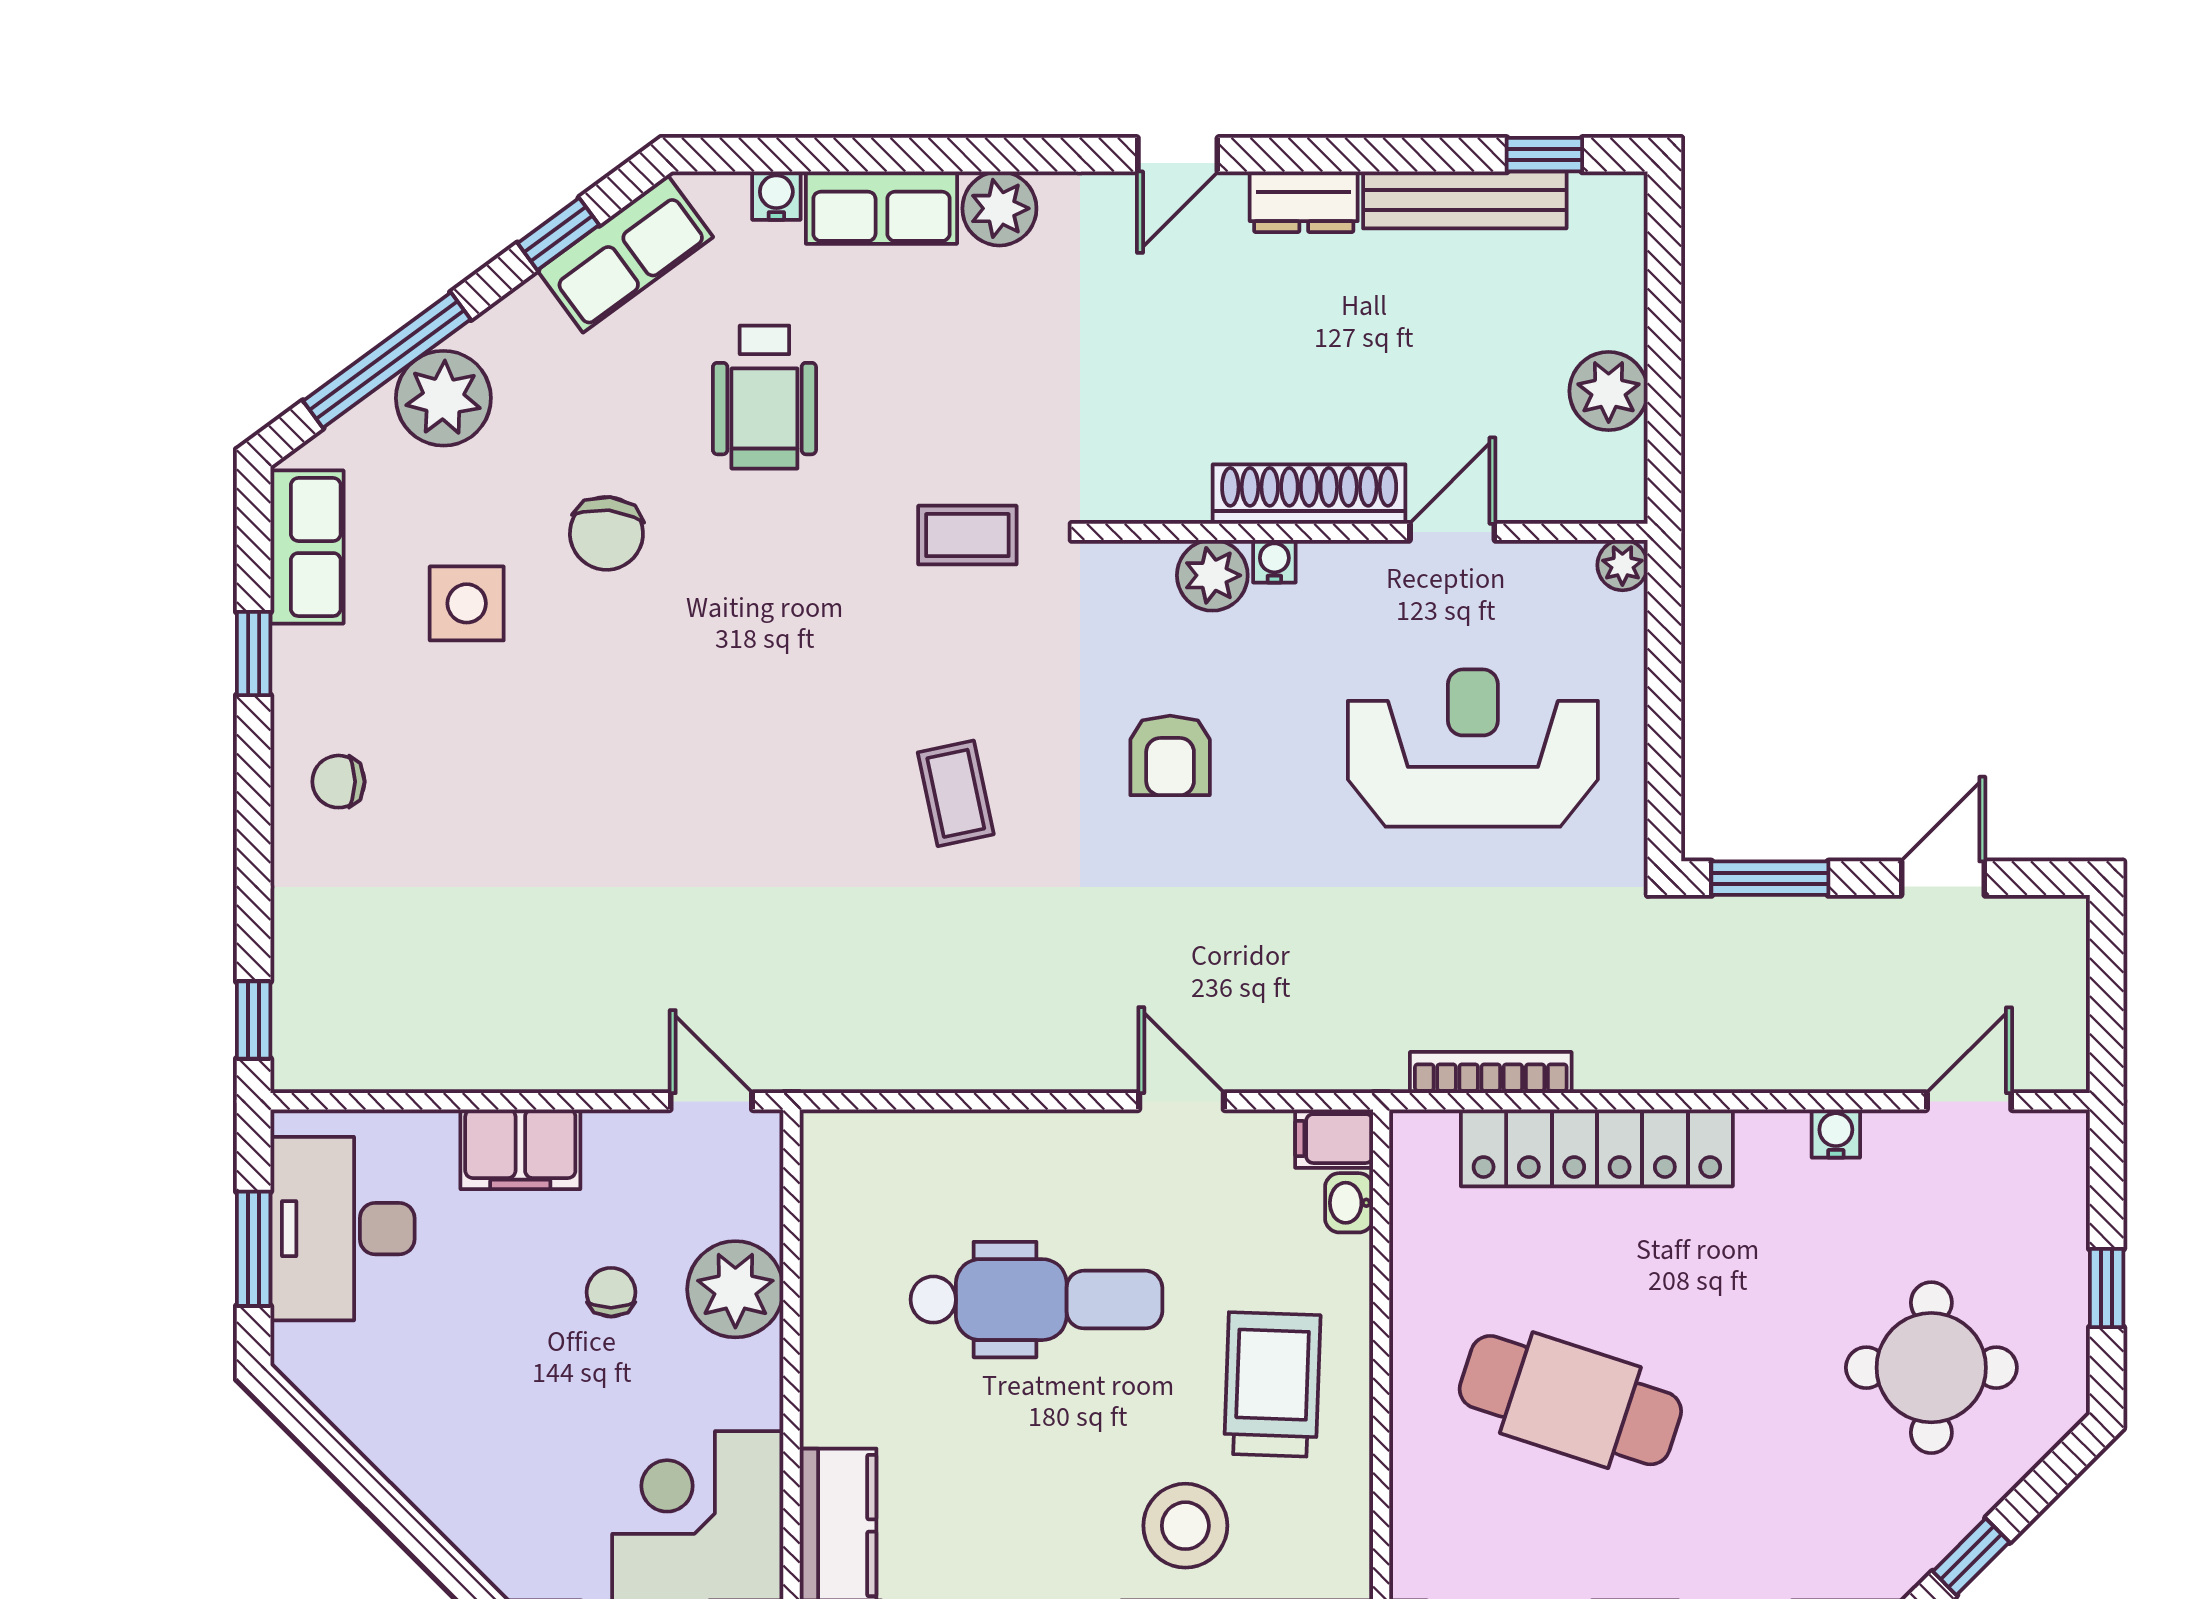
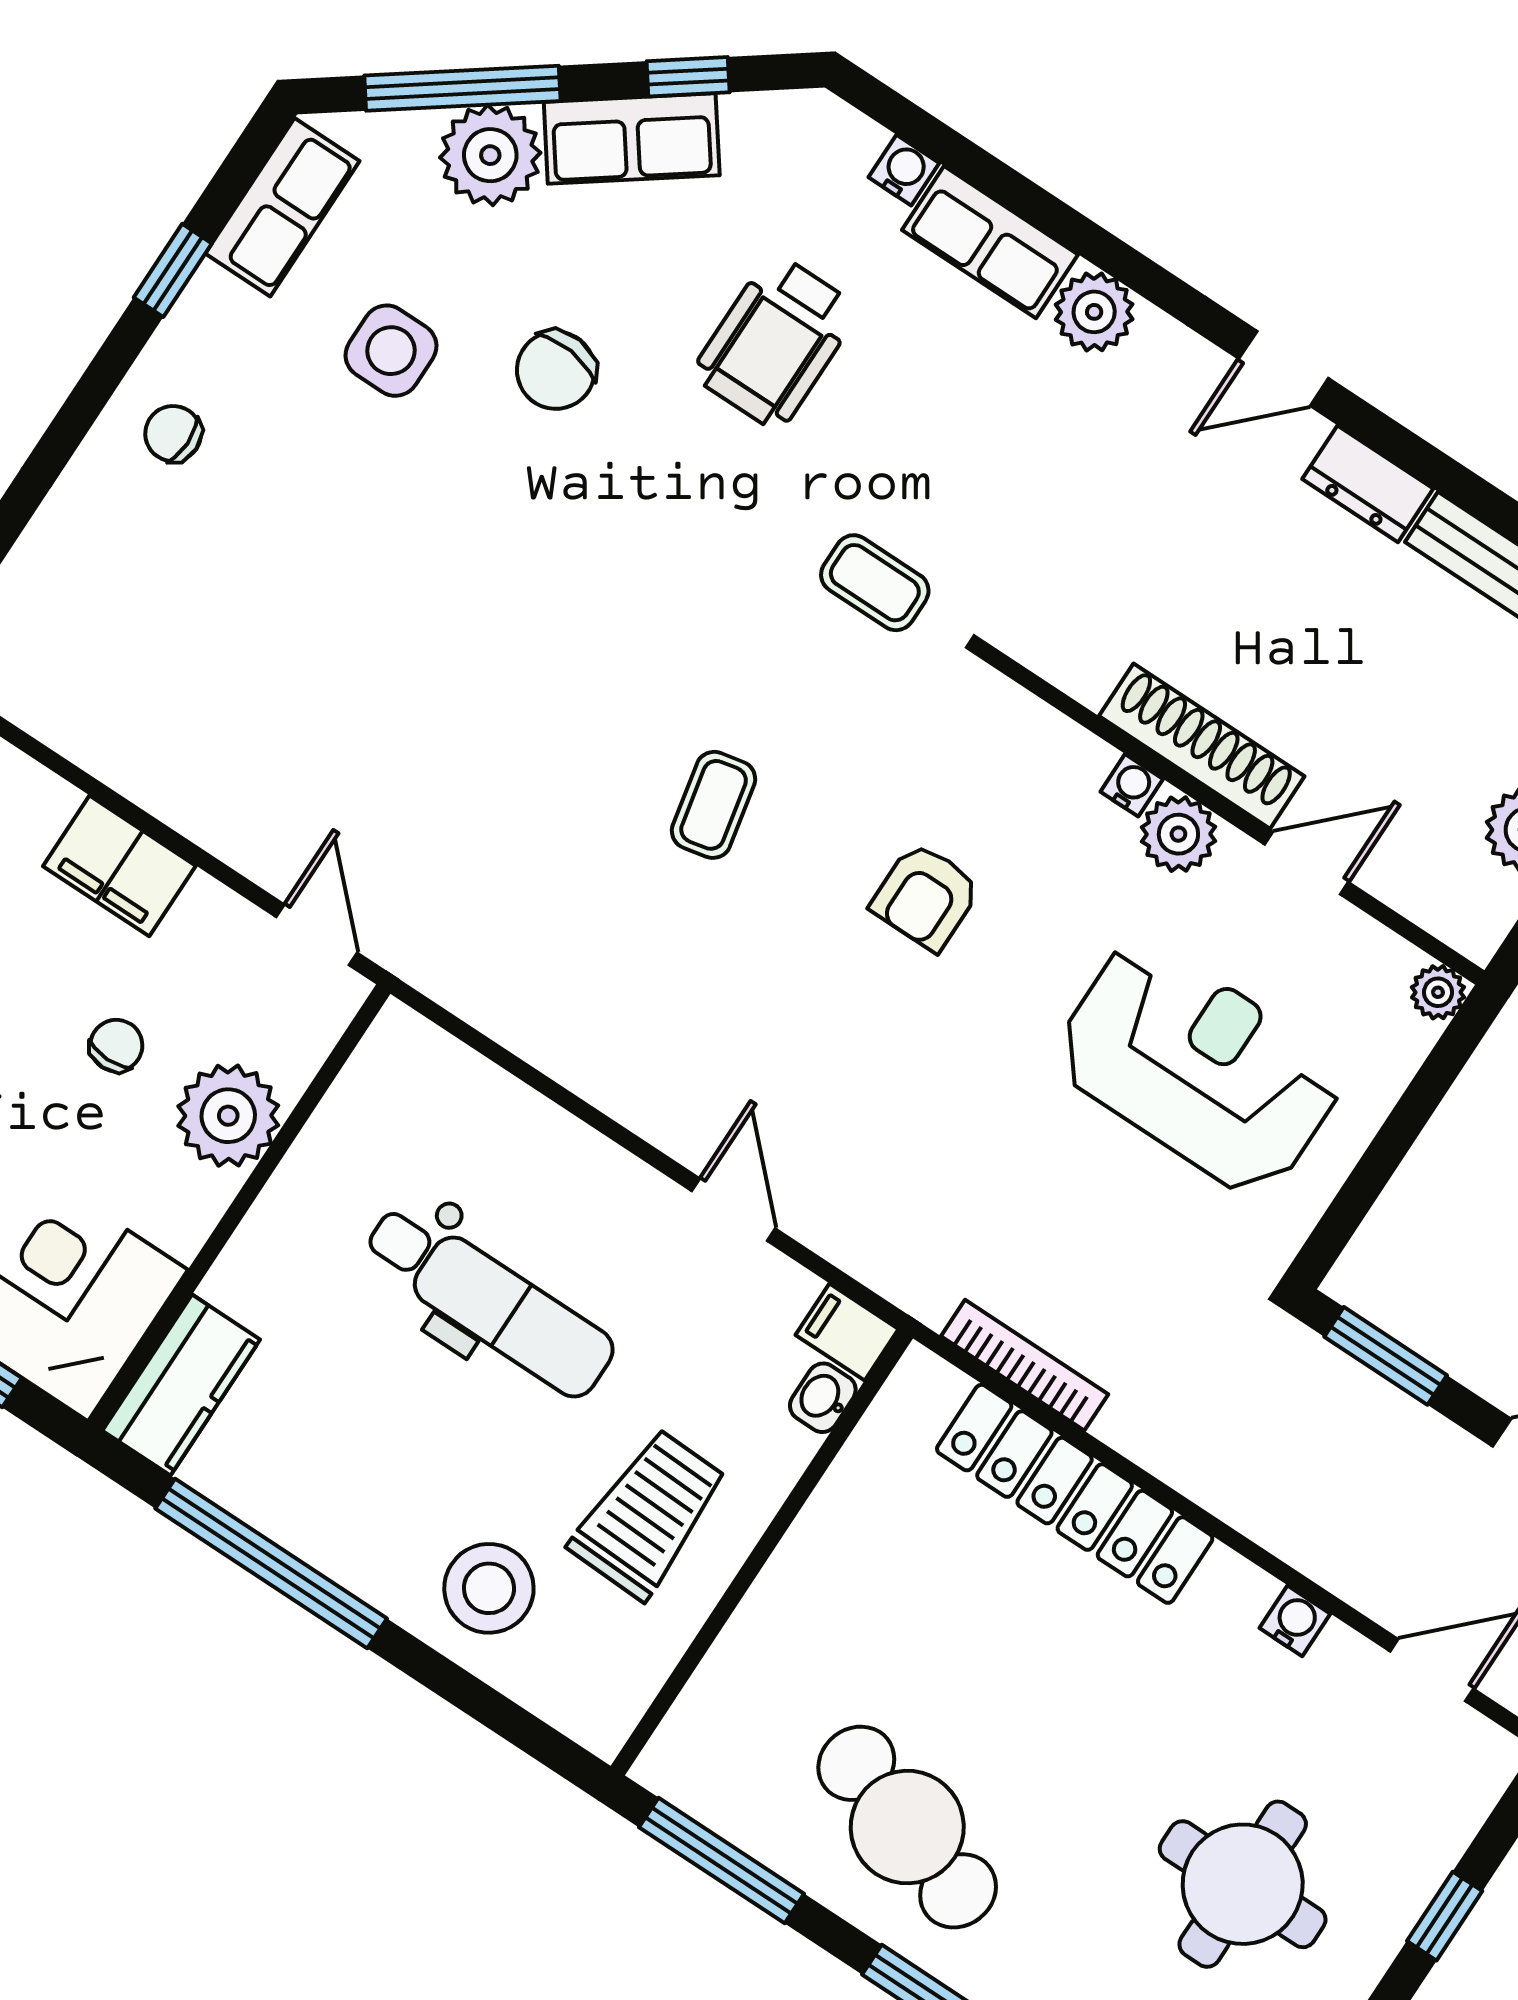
row of seats: (625, 254) -> (632, 139), moved
plant: (1212, 575) -> (1178, 834), moved
cafe table: (1570, 1400) -> (907, 1827), moved

